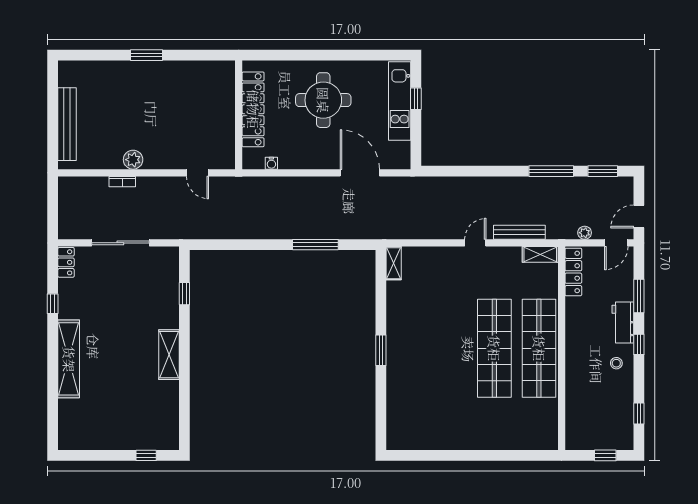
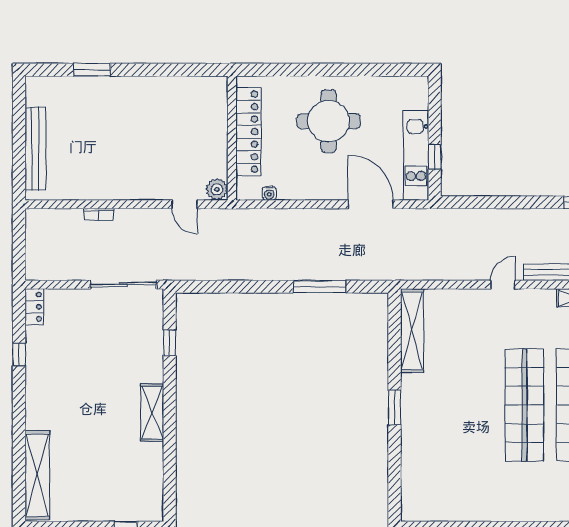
window: (147, 55) -> (92, 70), moved
window: (416, 99) -> (435, 157), moved
kitchen unit: (400, 101) -> (416, 155), moved
plant: (133, 160) -> (217, 189), moved
sliding door: (120, 243) -> (123, 285), moved
shelving: (394, 263) -> (412, 331), width x2.20, depth x1.33
shelving: (69, 359) -> (37, 475), moved

